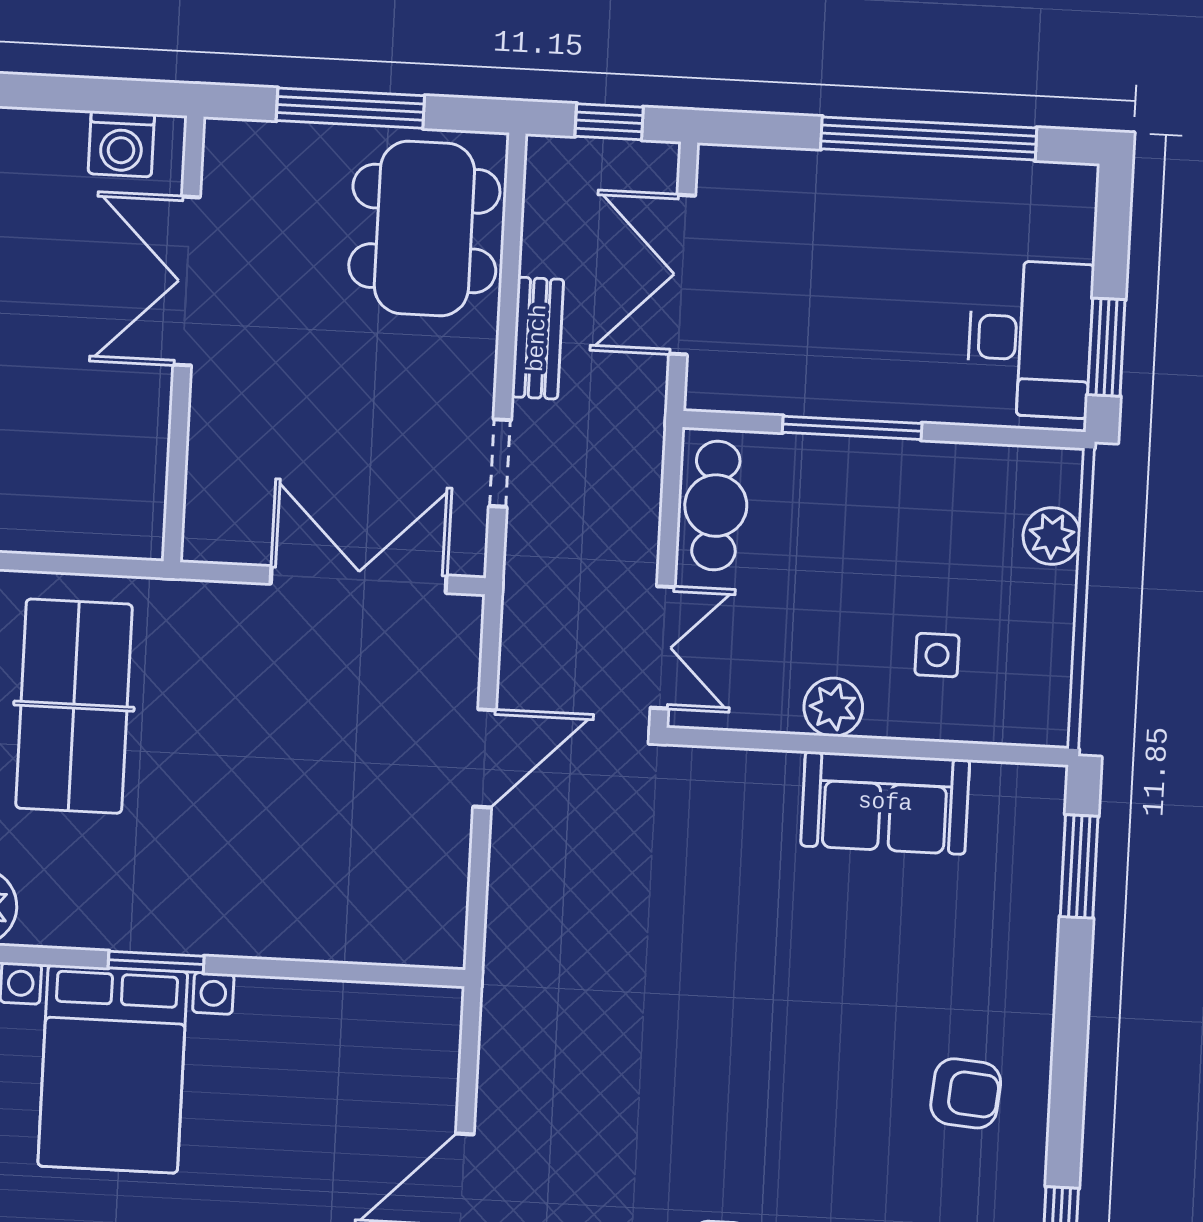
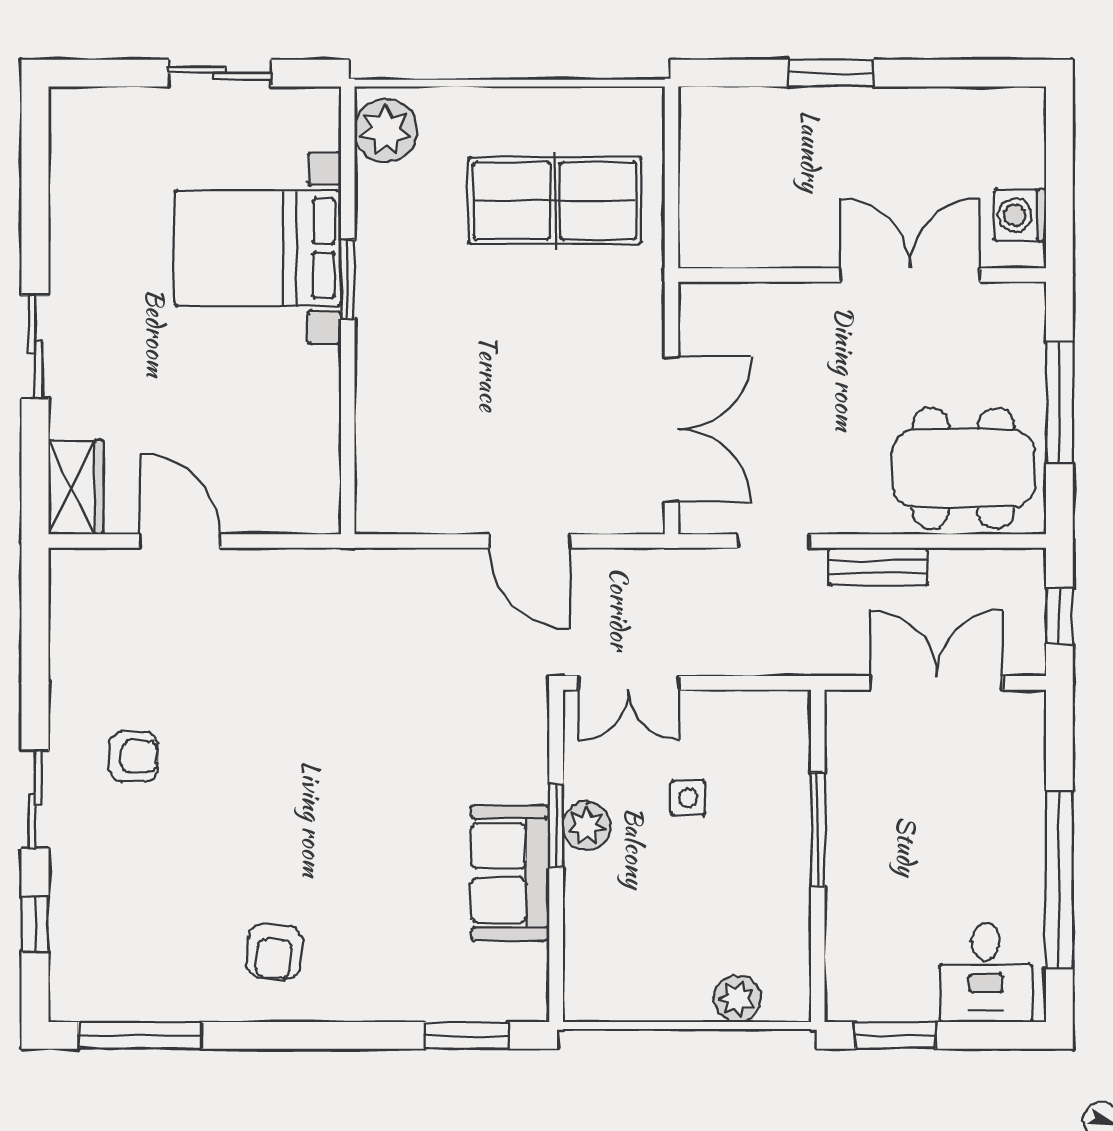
desk: (1030, 339) -> (986, 972), moved, width x0.73
cafe table: (716, 506) -> (748, 721), removed
side table: (937, 655) -> (688, 798), moved
window: (831, 744) -> (556, 826), added

